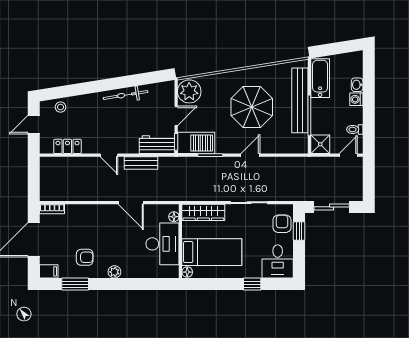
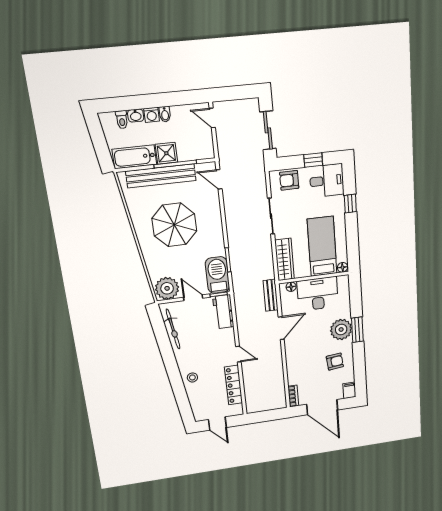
bicycle: (126, 95) -> (173, 329), moved
stool: (61, 107) -> (192, 377), moved
bidet: (356, 112) -> (165, 114), added
toilet: (355, 129) -> (122, 120), moved
shower: (320, 144) -> (166, 153), moved
locker: (67, 146) -> (234, 385), width x1.53
door: (109, 155) -> (238, 354), hinge flipped
door: (250, 155) -> (219, 179), moved
bench: (141, 163) -> (271, 295), moved
window: (299, 231) -> (313, 160), moved
armchair: (85, 257) -> (335, 362), turned 84
plant: (114, 272) -> (341, 329), width x1.87, depth x1.87
window: (75, 284) -> (357, 330), moved

